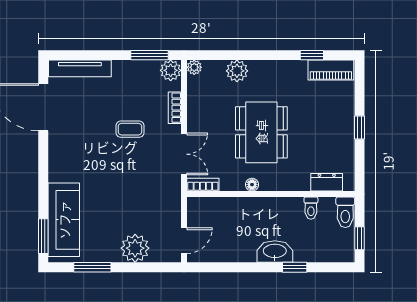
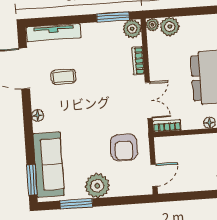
plant: (237, 71) -> (170, 27), moved
coffee table: (130, 129) -> (63, 77), moved
floor lamp: (55, 162) -> (38, 115), added
armchair: (152, 206) -> (124, 147), added
plant: (135, 248) -> (97, 186), moved

